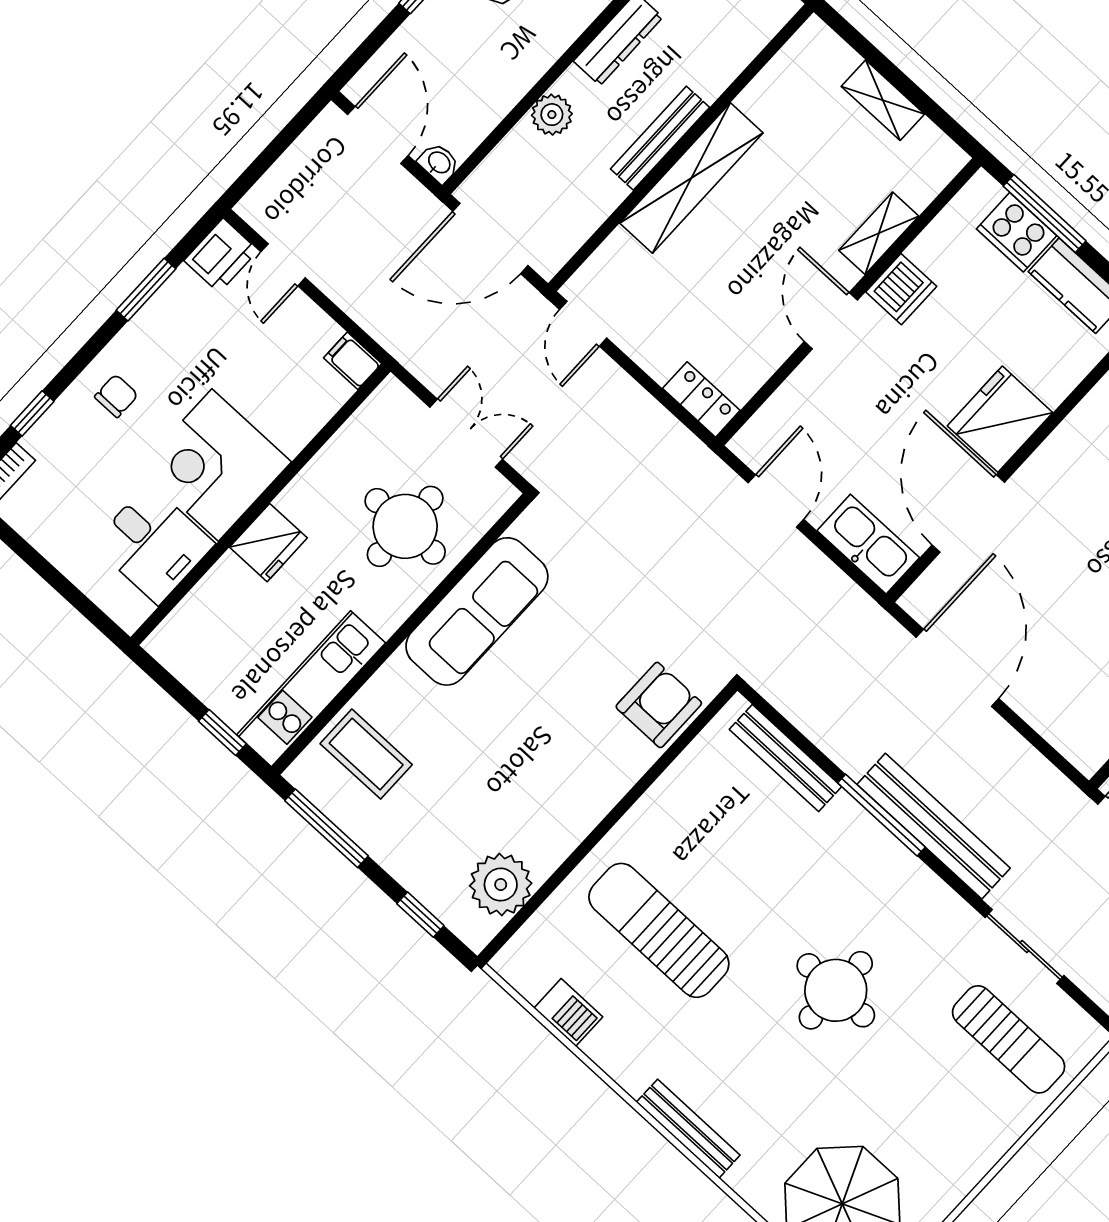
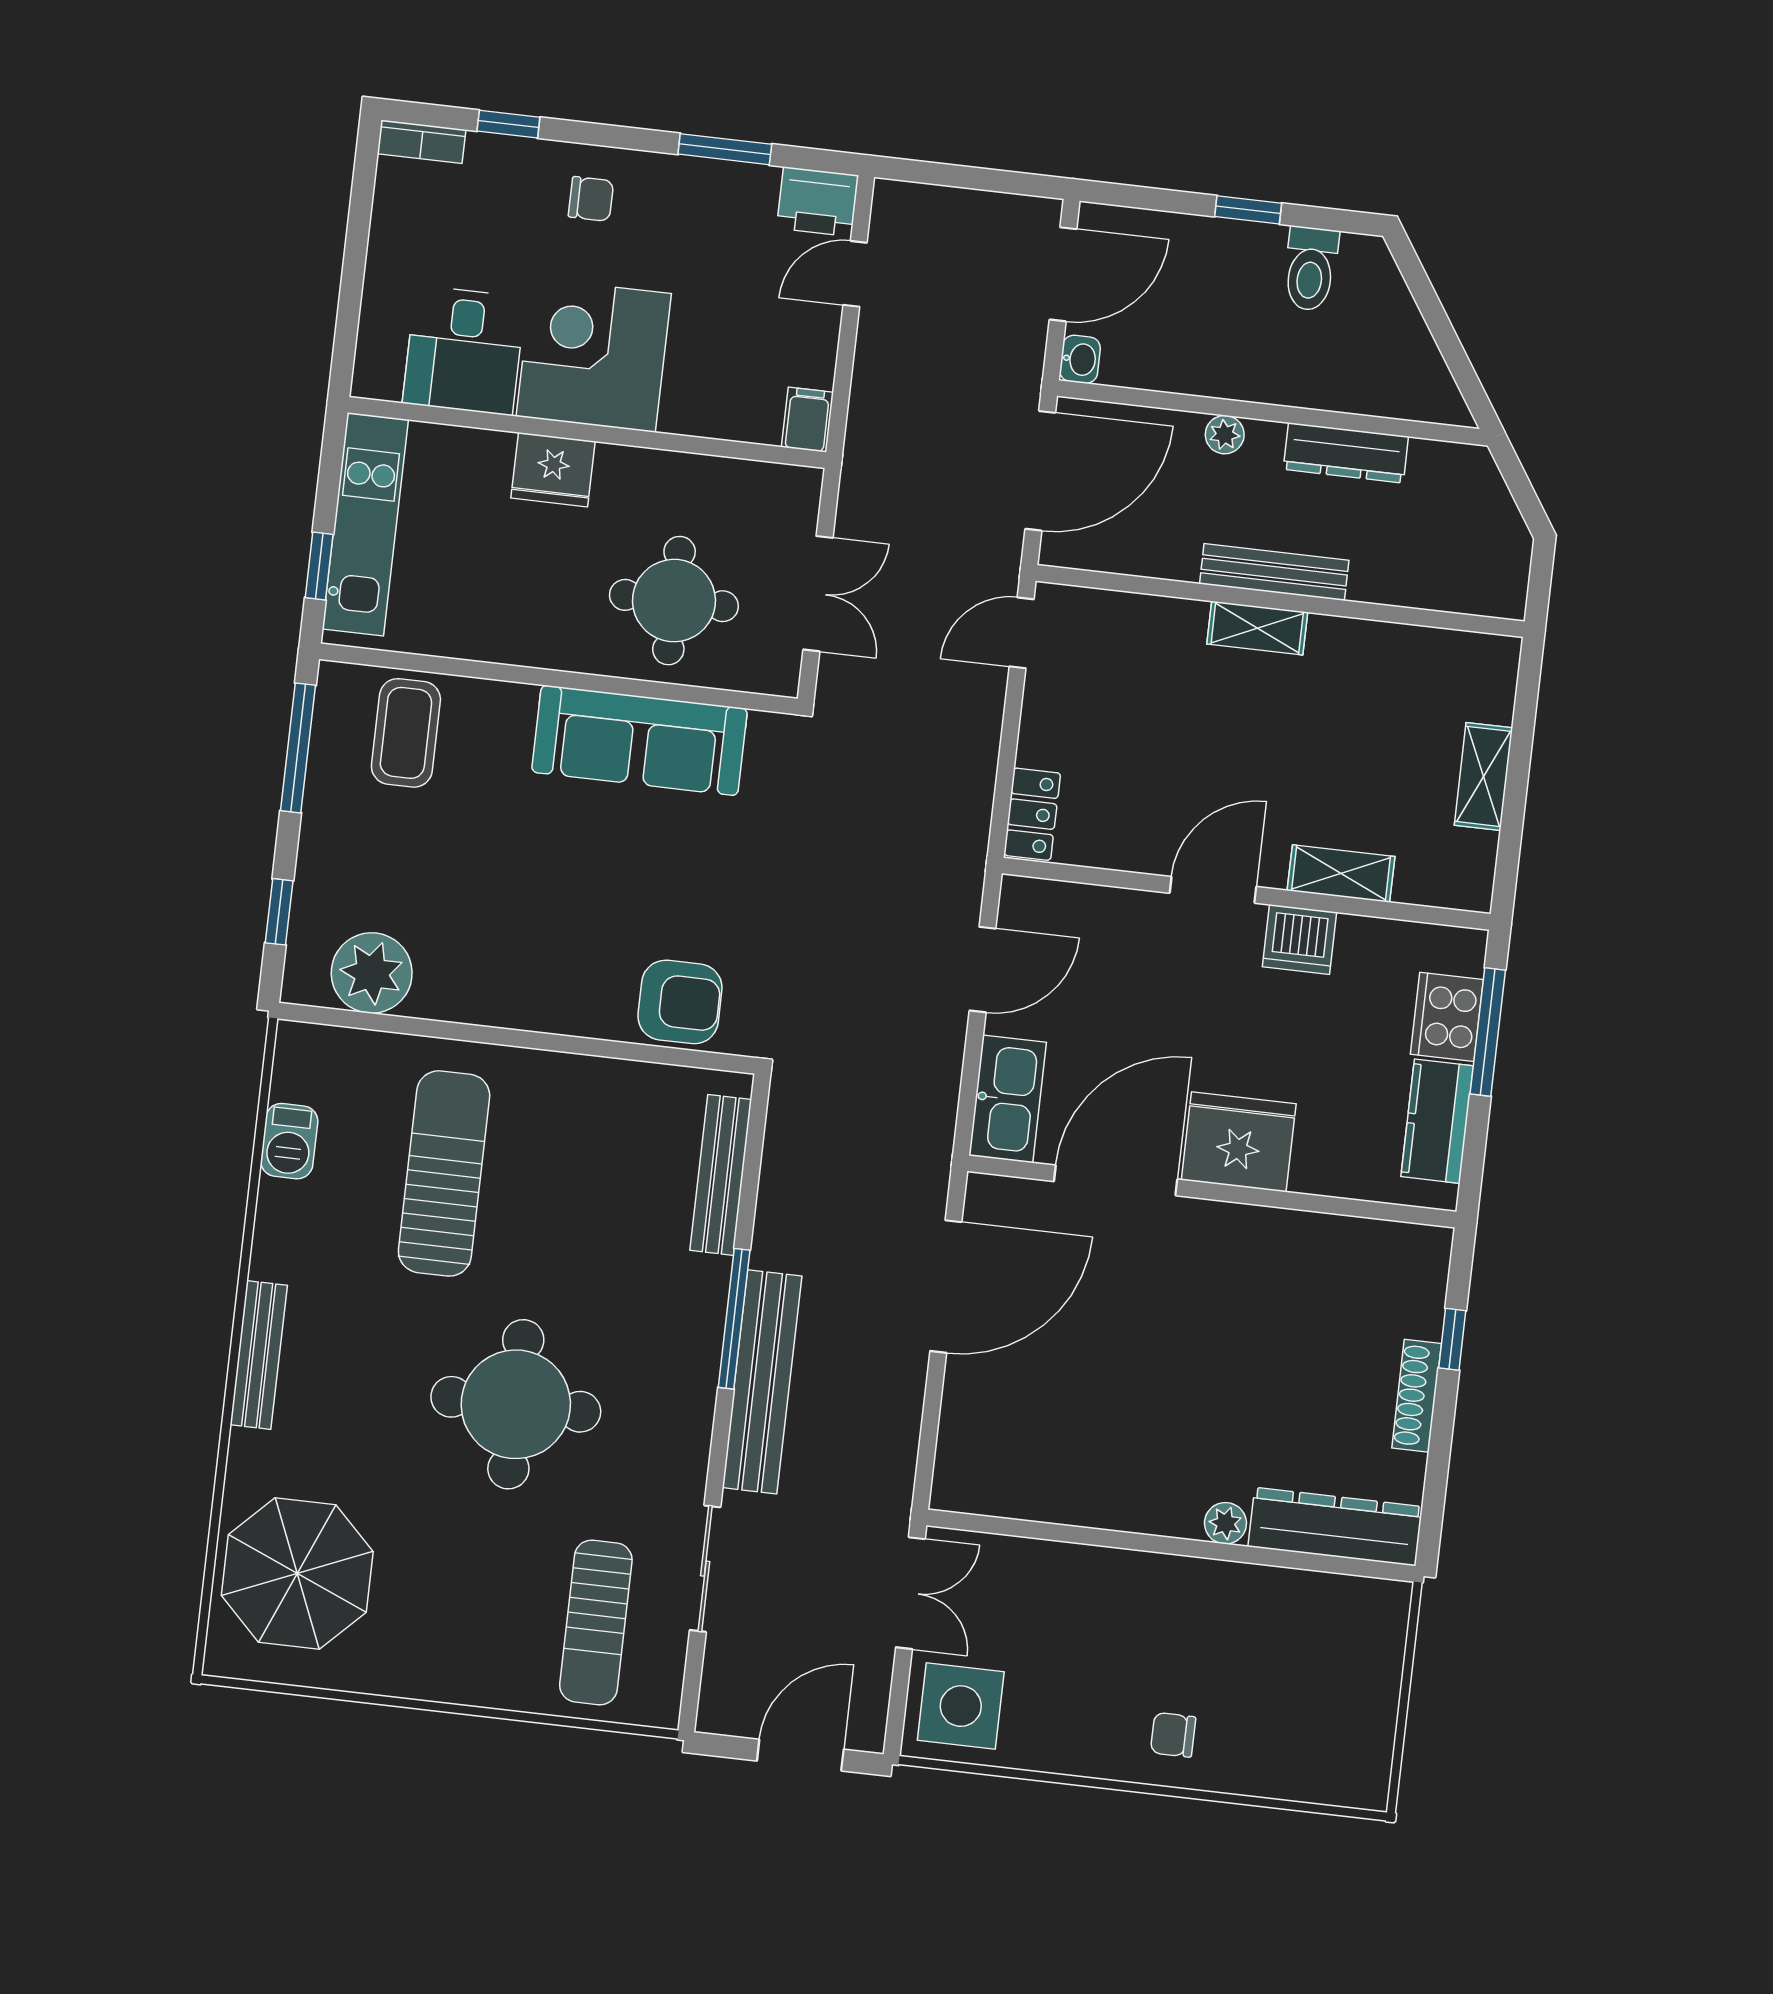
plant: (552, 115) -> (1225, 435), width x0.73, depth x0.73
shelving: (691, 178) -> (1257, 628), width x0.45, depth x0.75
door: (490, 238) -> (1040, 471), swing flipped
kitchen unit: (311, 689) -> (365, 524), moved, turned 90
round table: (836, 990) -> (516, 1404), width x1.36, depth x1.36

